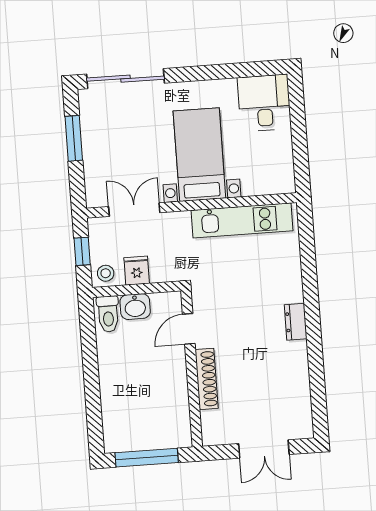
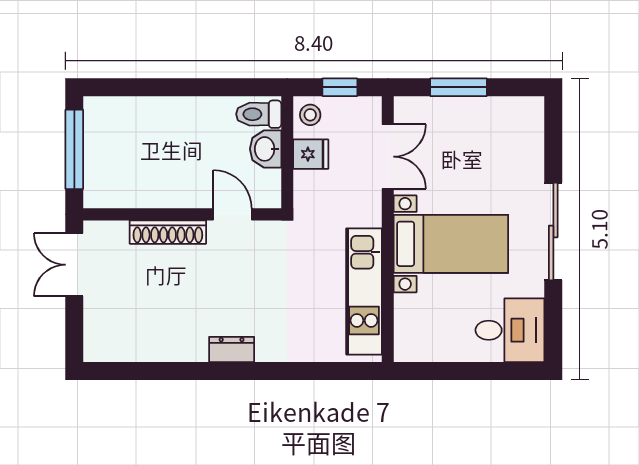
sliding door: (126, 79) -> (553, 231), moved
window: (74, 138) -> (458, 87), moved
double door: (264, 449) -> (74, 265), moved

